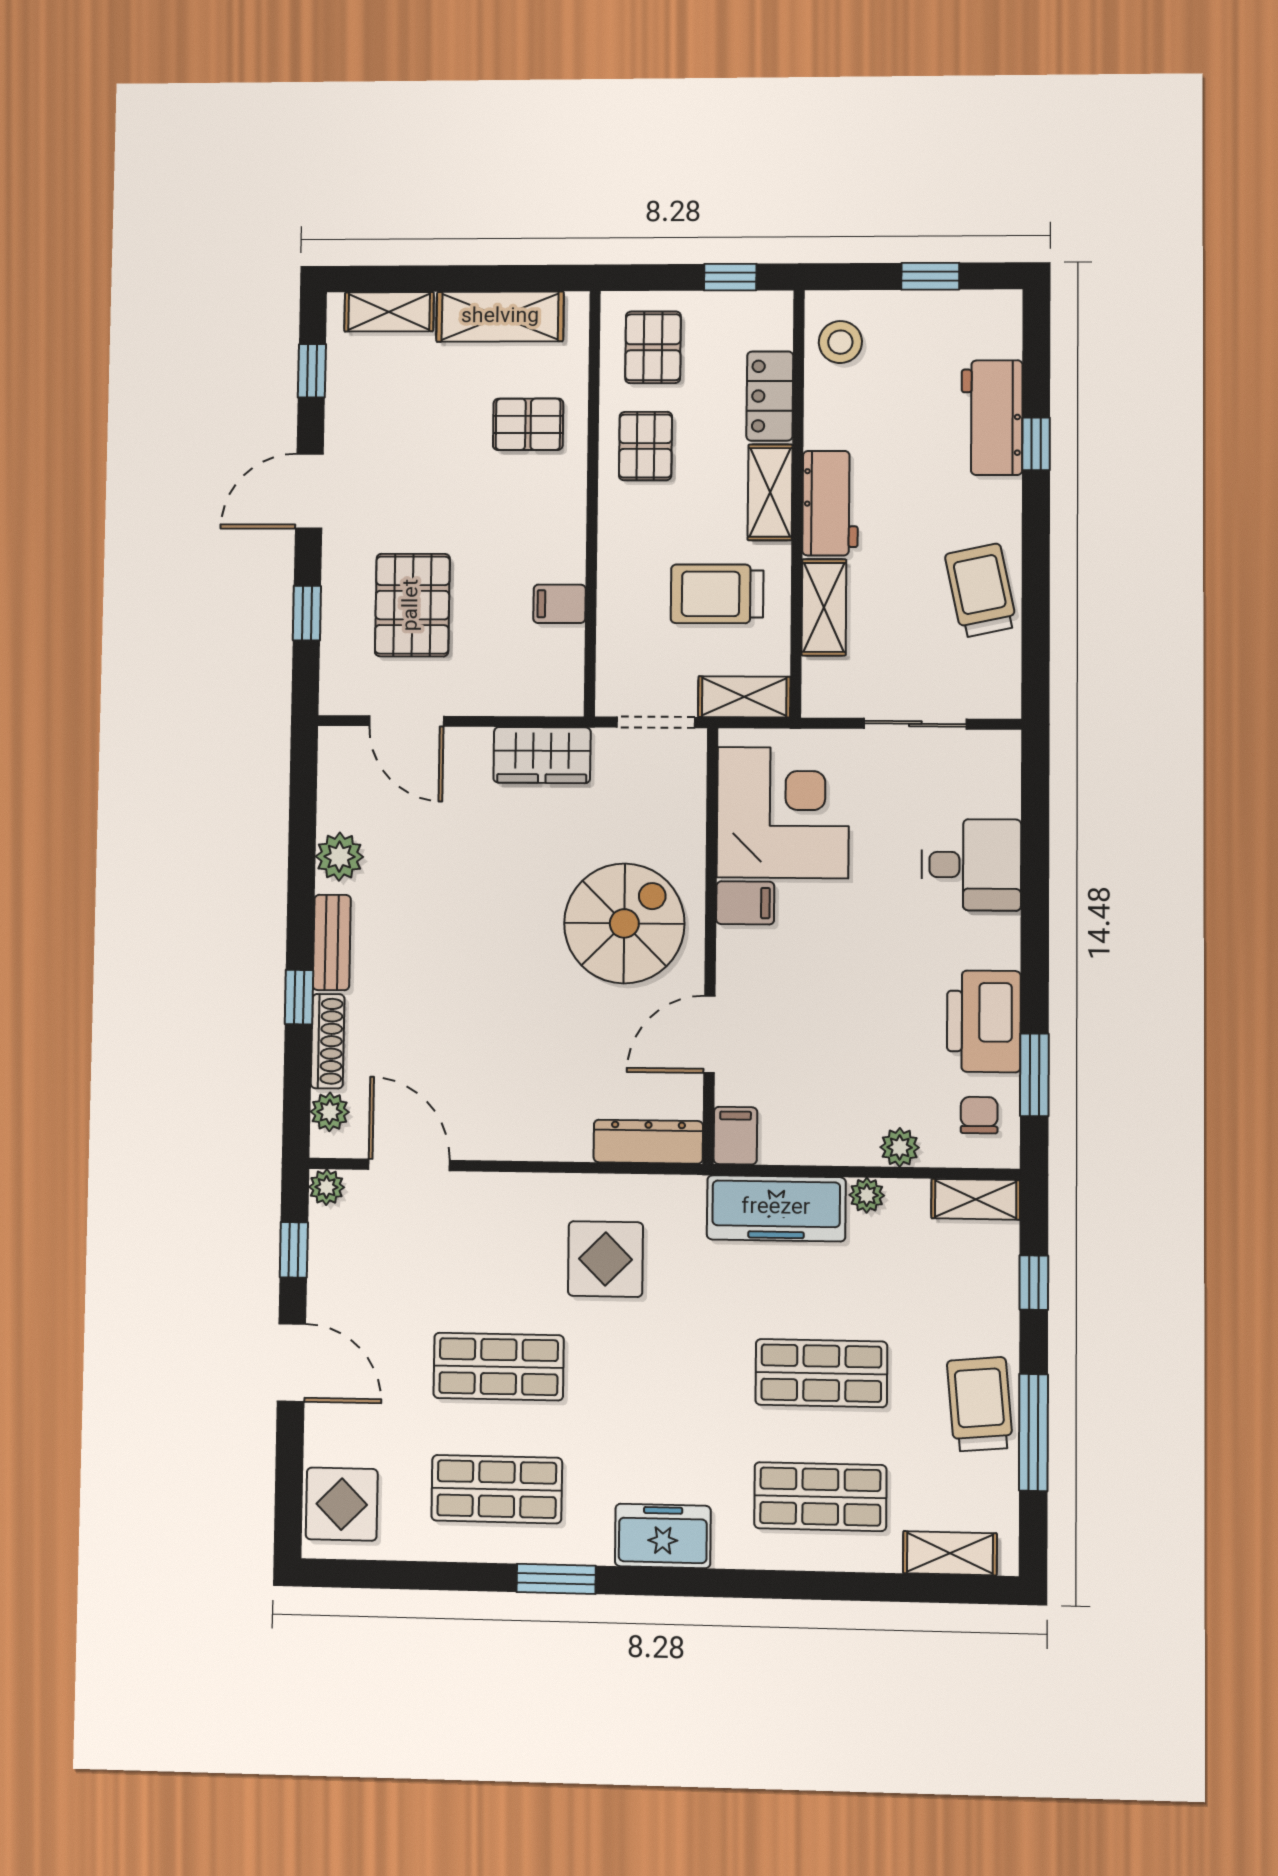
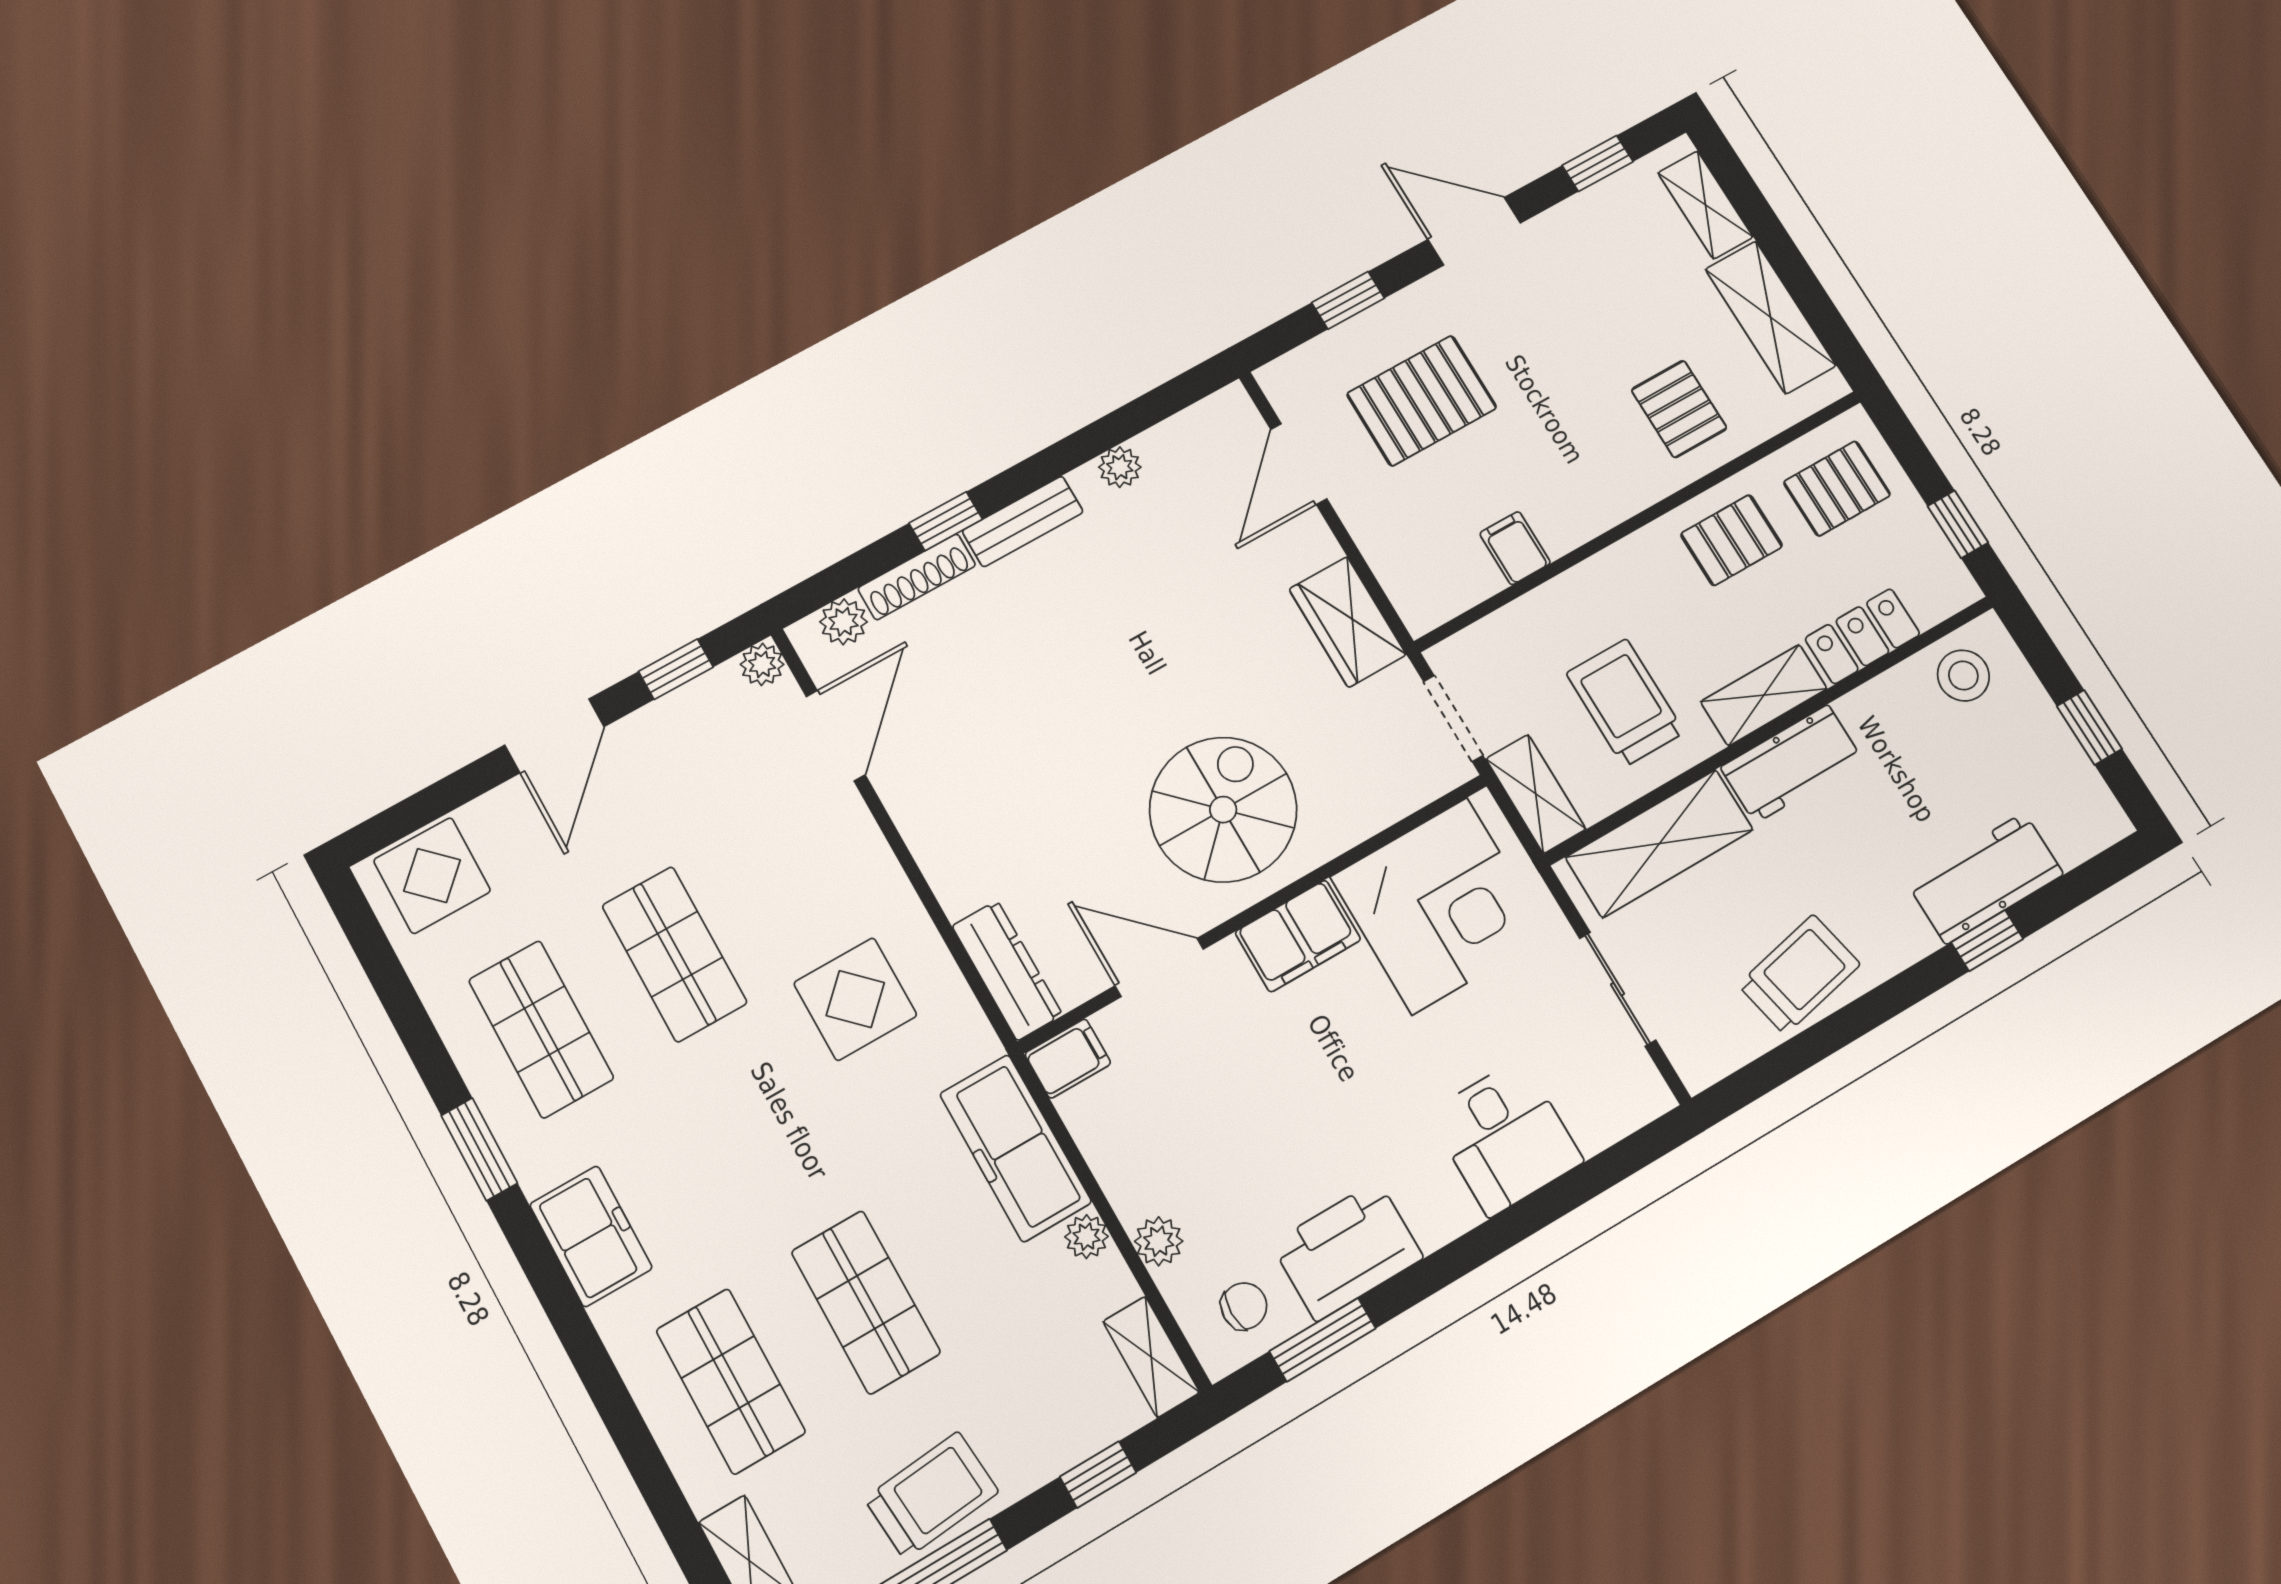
shelving: (824, 607) -> (1659, 844), width x1.50, depth x1.33
plant: (339, 857) -> (1120, 467), width x0.73, depth x0.73
filing cabinet: (745, 903) -> (1298, 936), width x2.00
spiral stairs: (624, 923) -> (1223, 810), turned -90

